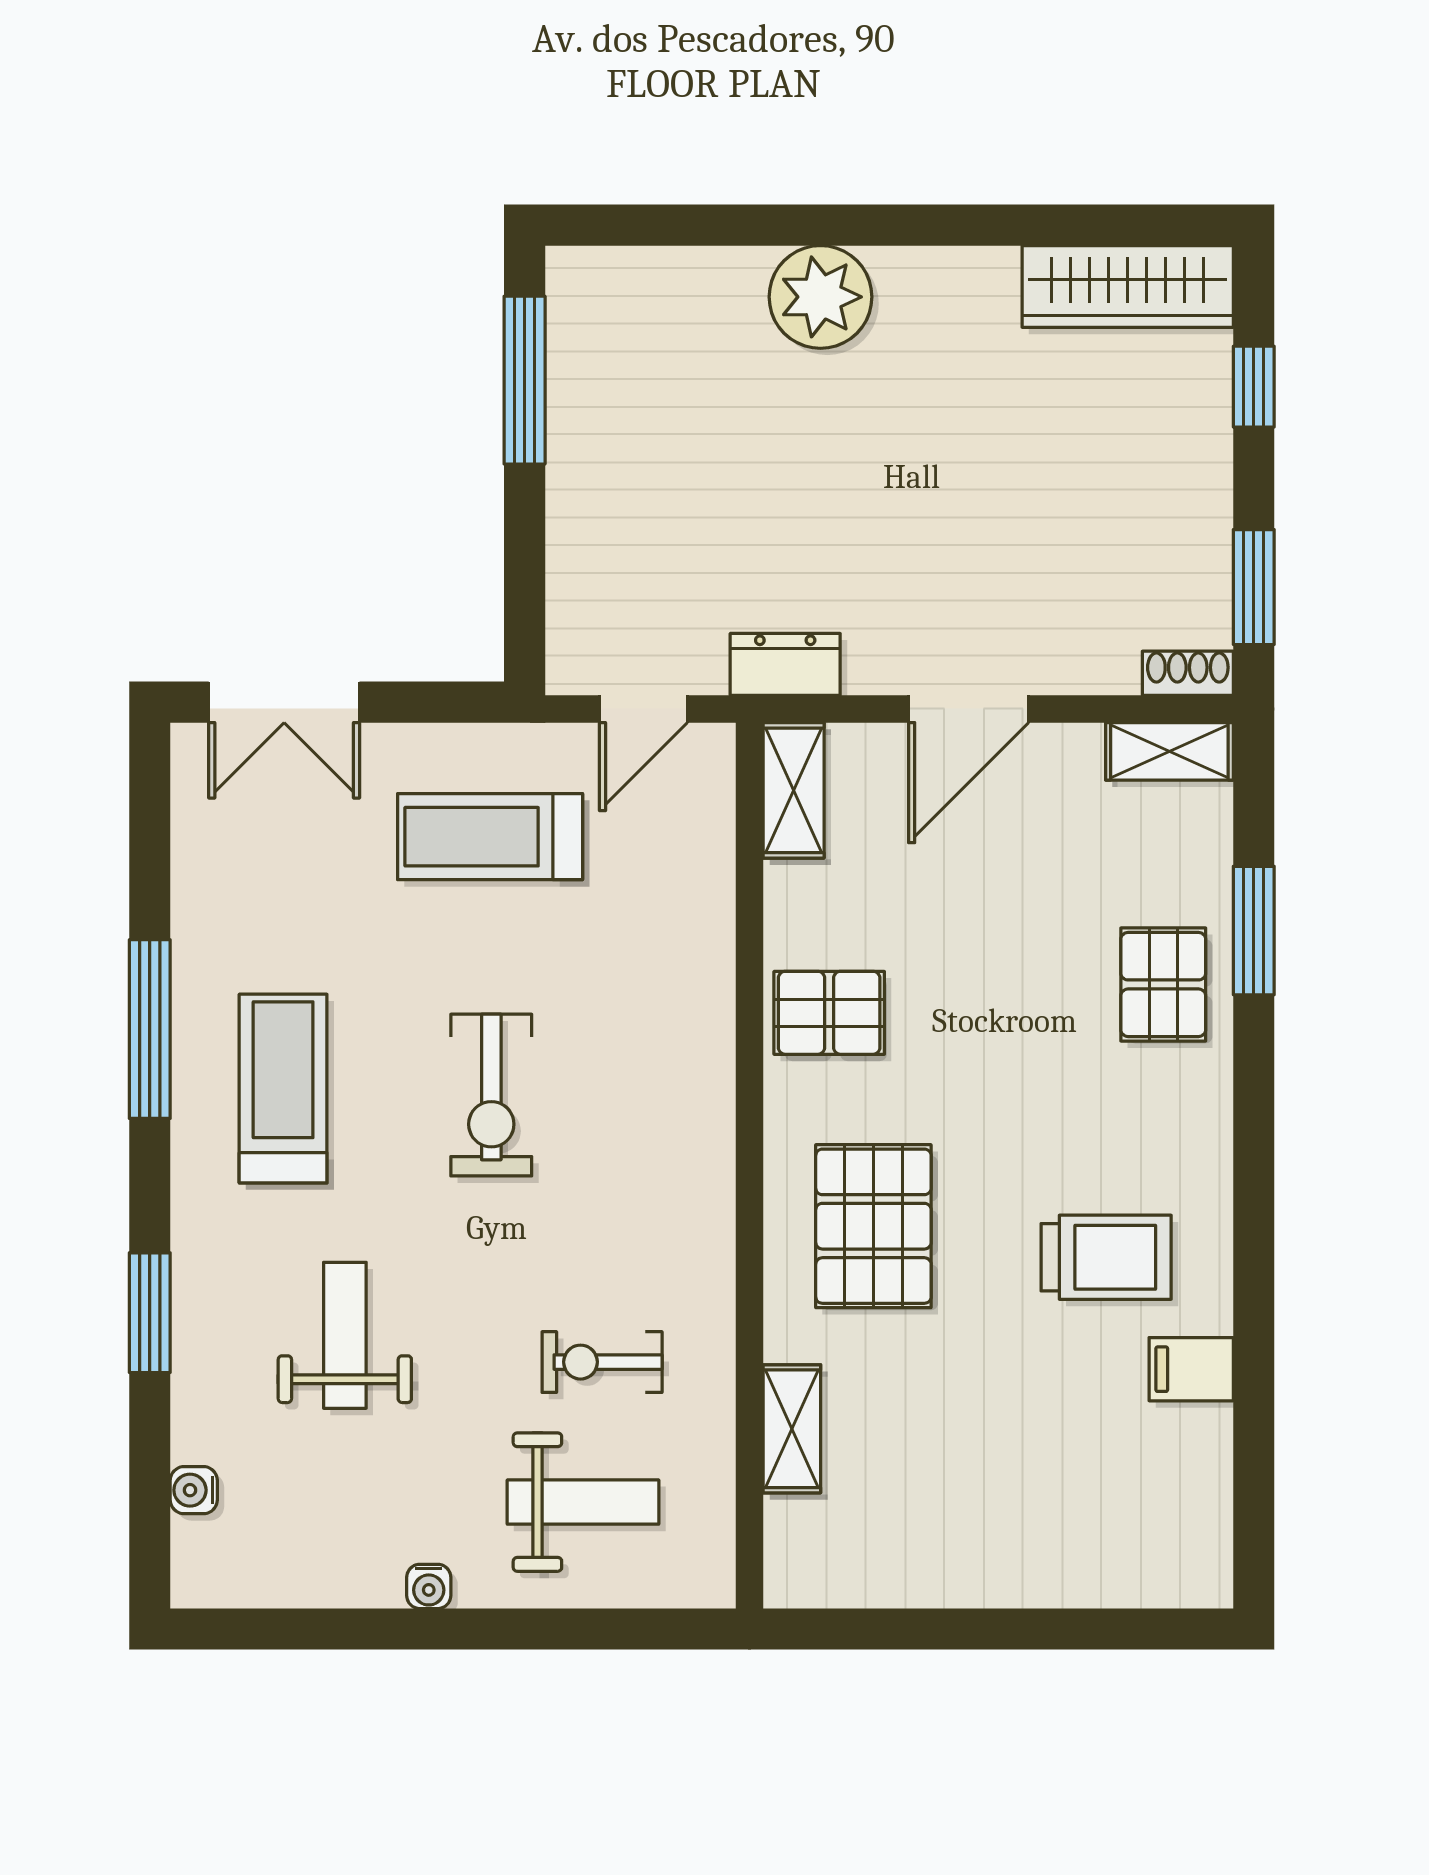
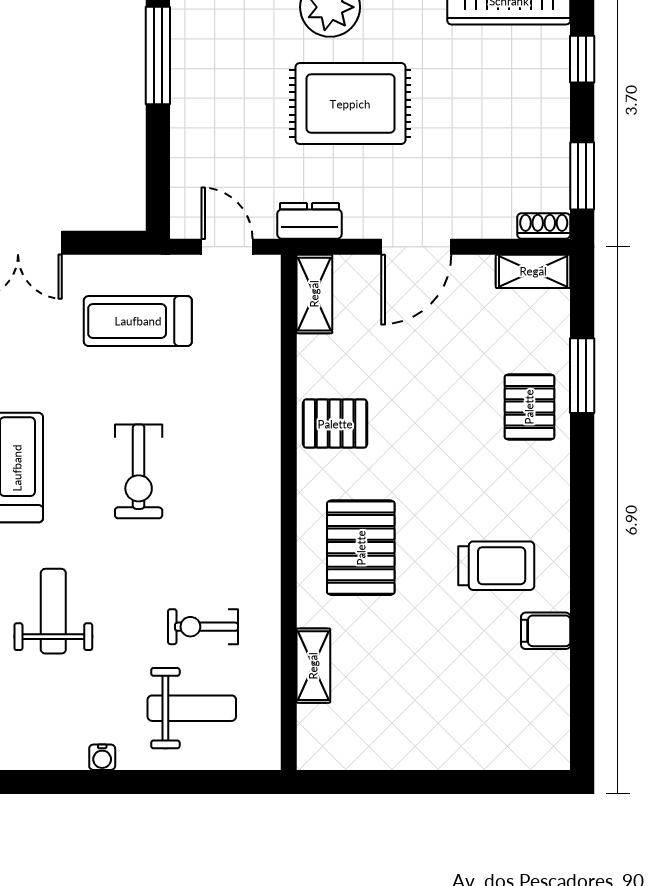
rug: (856, 463) -> (350, 104), added
door: (643, 709) -> (227, 247), swing flipped

